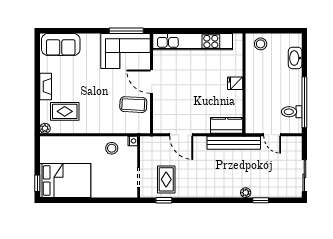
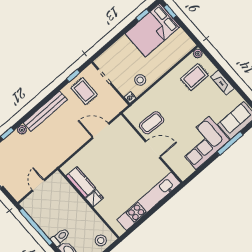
window: (126, 31) -> (230, 143), moved
corner sofa: (126, 51) -> (202, 143), moved
toilet: (292, 112) -> (60, 237), moved
kitchen counter: (227, 125) -> (81, 182), moved, turned -90
door: (272, 135) -> (38, 185), hinge flipped
bench: (234, 143) -> (45, 111), moved
window: (63, 200) -> (142, 15), added

